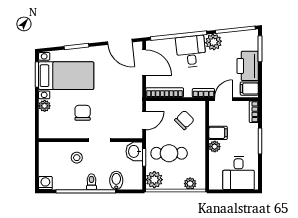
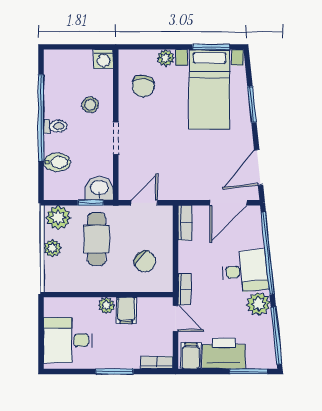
bookcase: (165, 92) -> (185, 223), width x0.64
chair: (83, 113) -> (143, 86), moved, turned 96
door: (144, 121) -> (144, 203), swing flipped
washing machine: (45, 183) -> (103, 59), moved, turned 90
plant: (190, 184) -> (52, 248), moved

